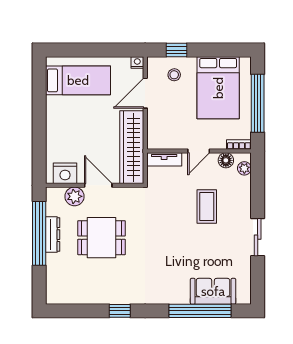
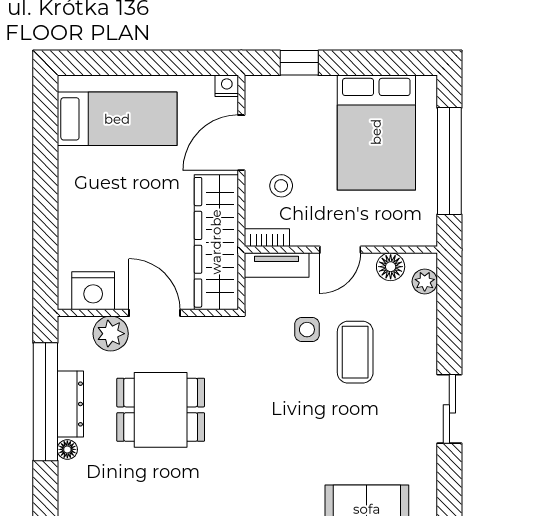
stool: (174, 75) -> (281, 186), moved
bookcase: (239, 145) -> (267, 238), moved
side table: (181, 194) -> (307, 330), added
floor lamp: (51, 259) -> (67, 449), added

